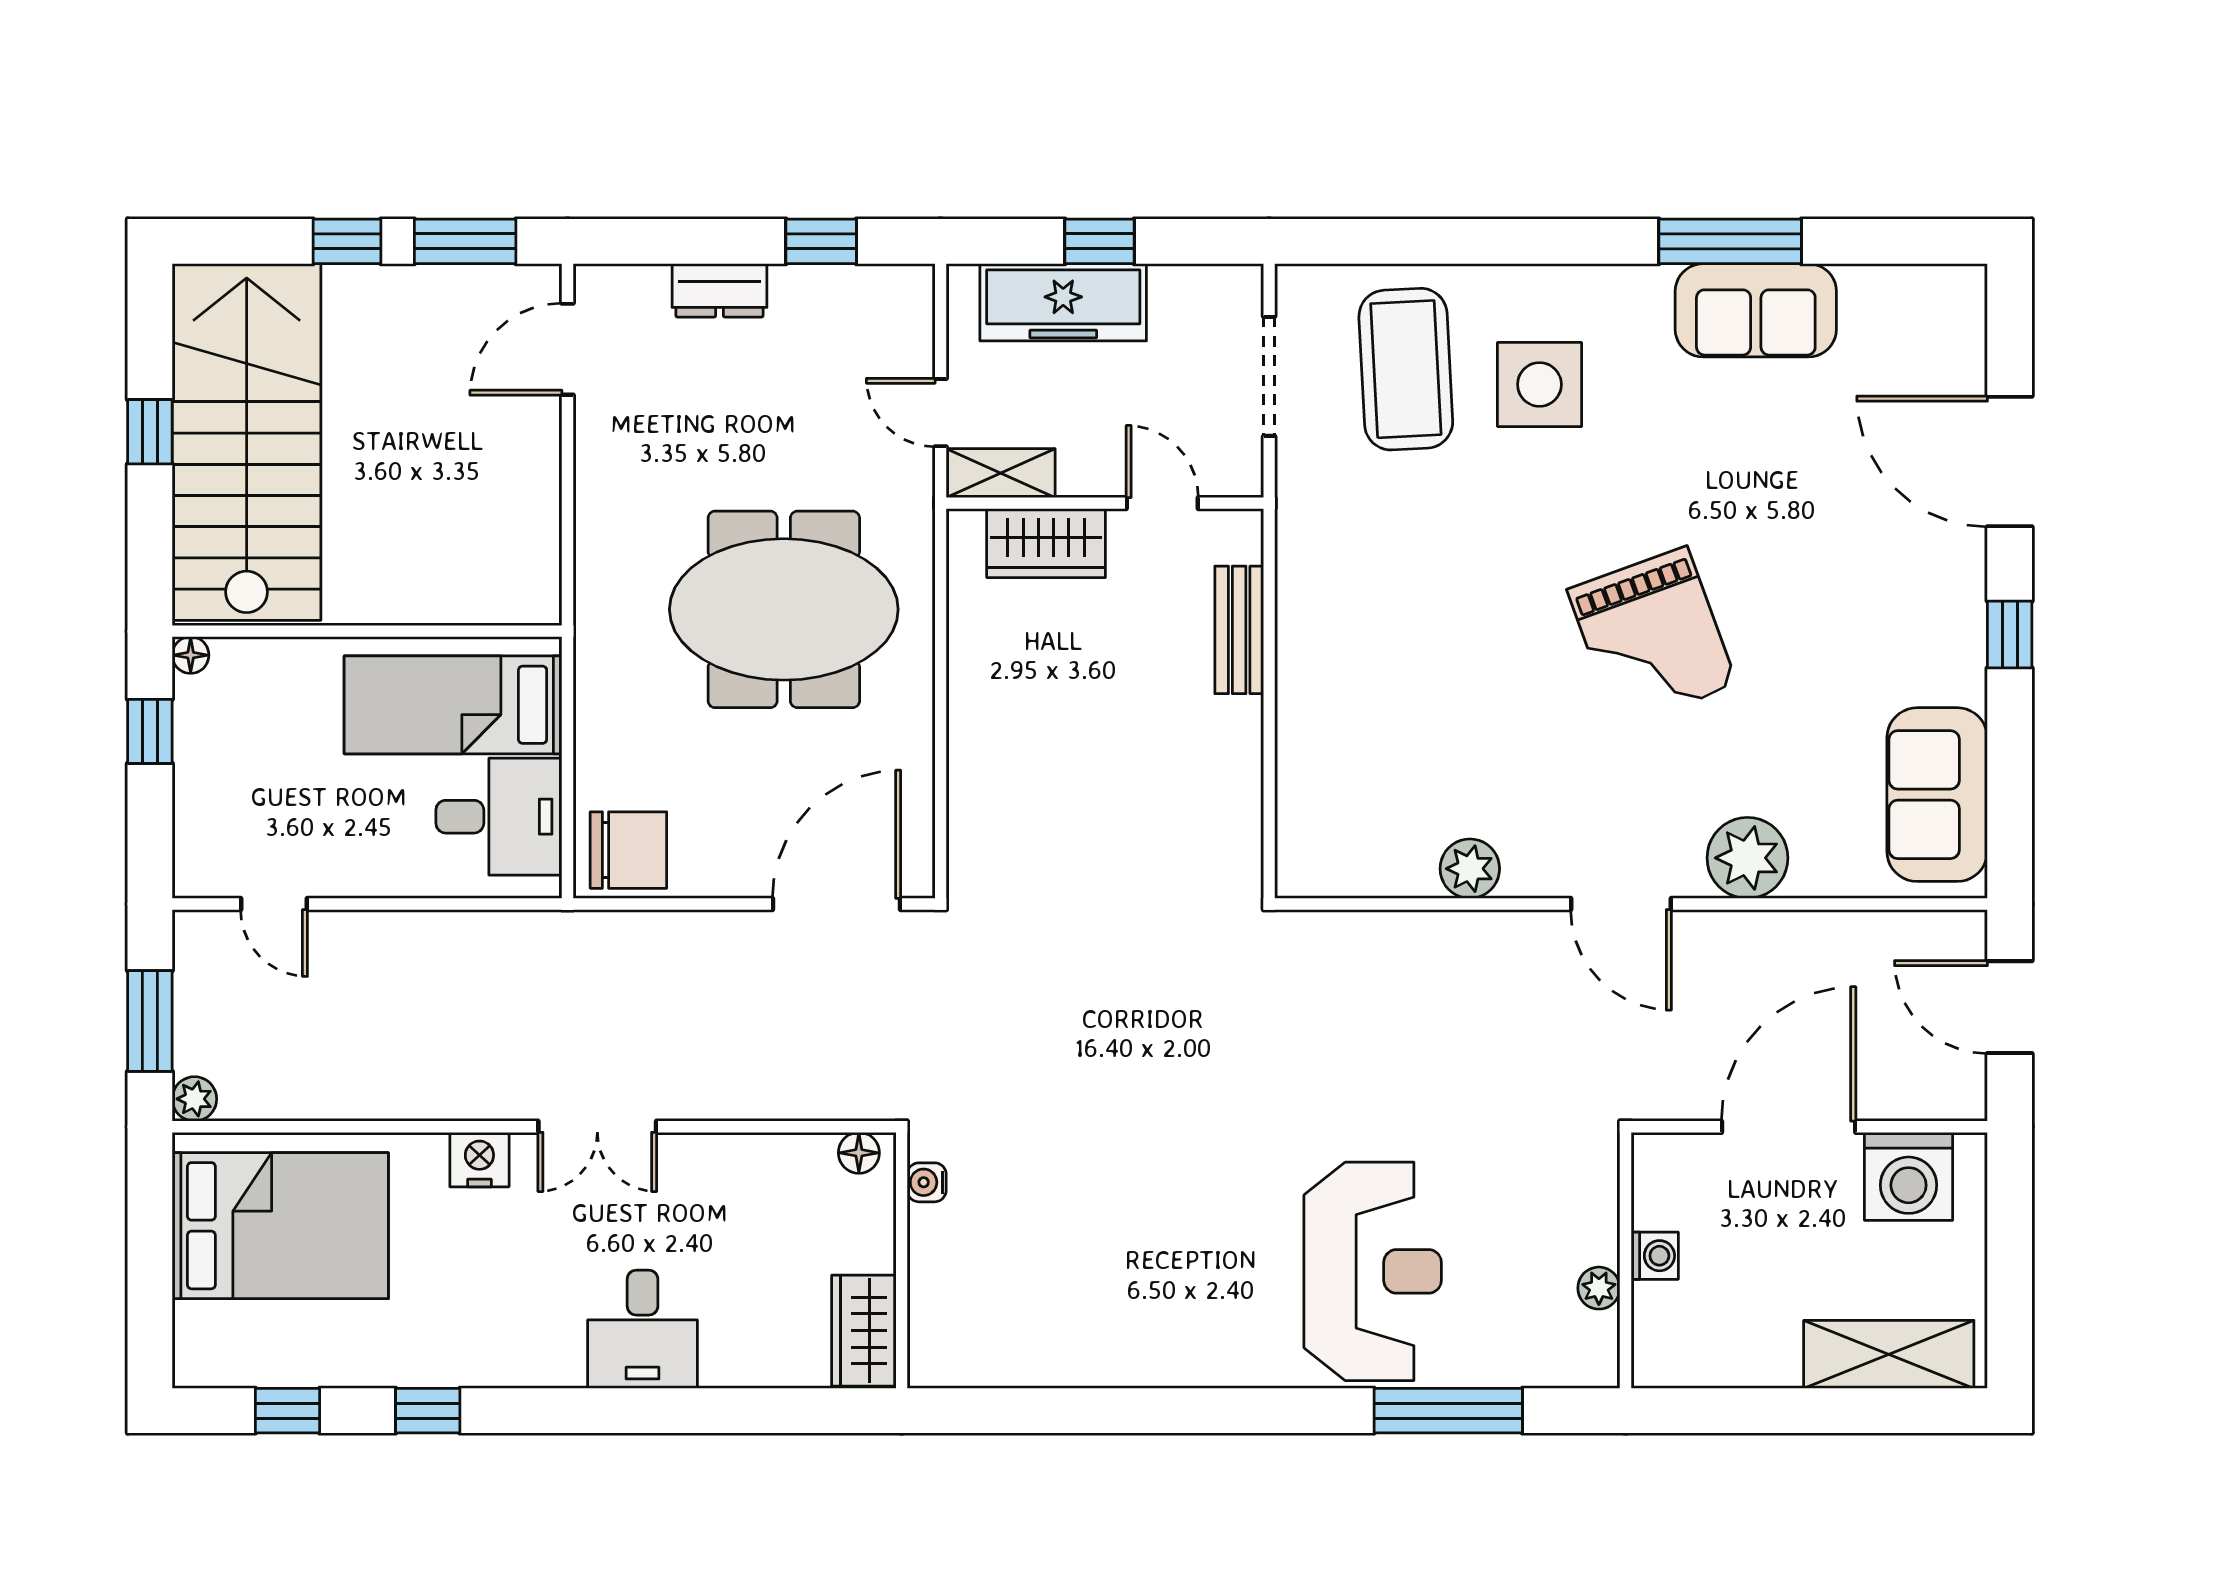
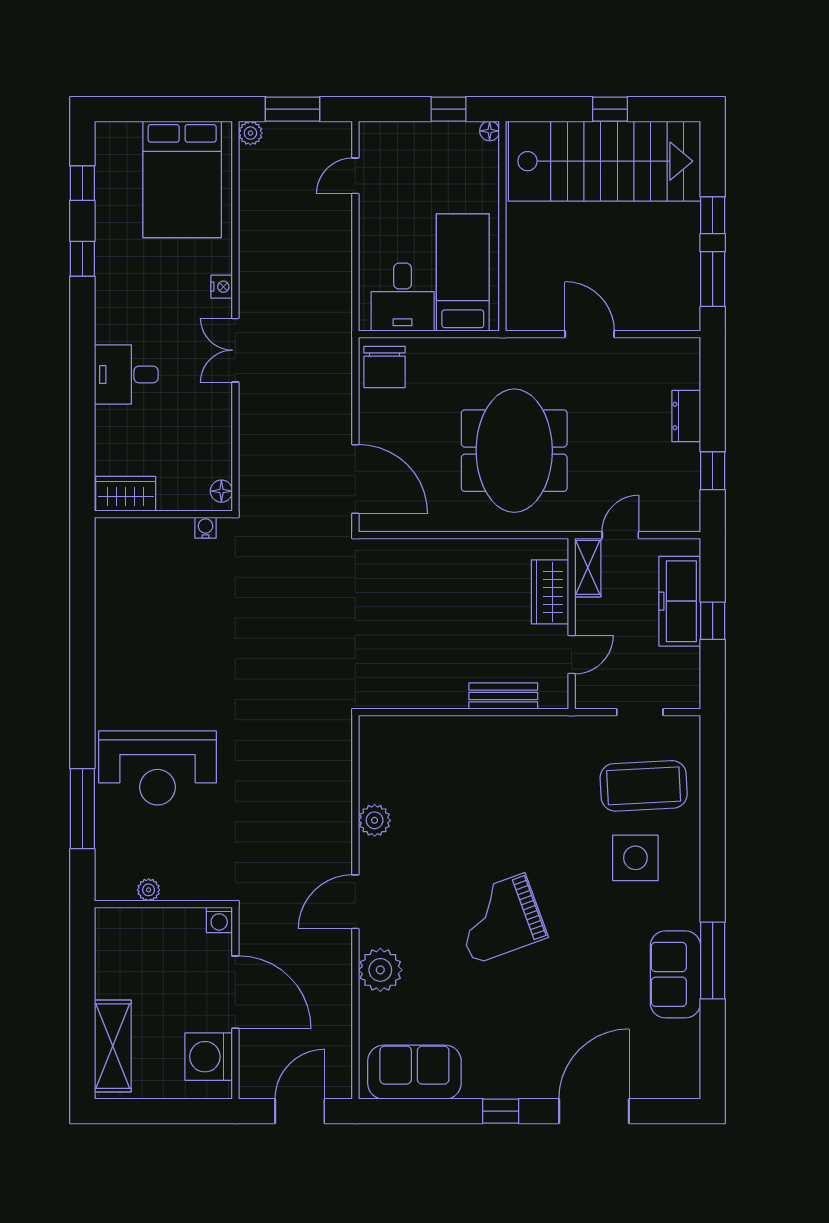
door: (568, 349) -> (590, 334), moved
doorway: (1269, 376) -> (640, 712), width x0.73
nightstand: (479, 1160) -> (222, 287), width x0.72, depth x0.74
washing machine: (1655, 1256) -> (219, 920), moved

